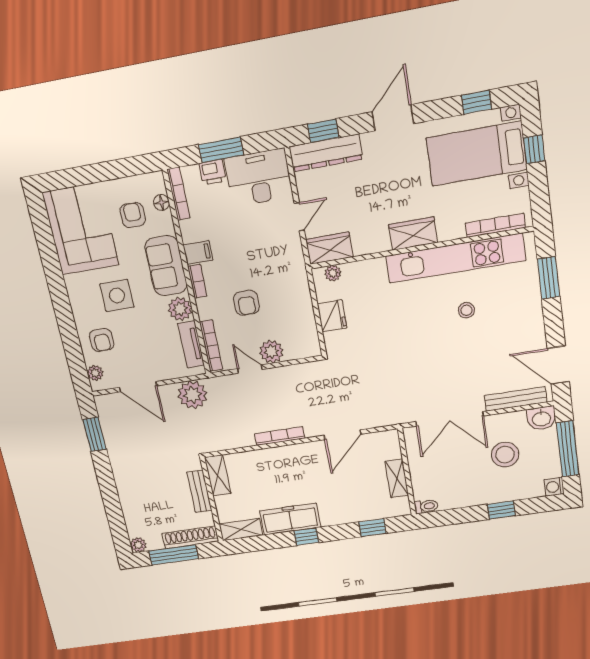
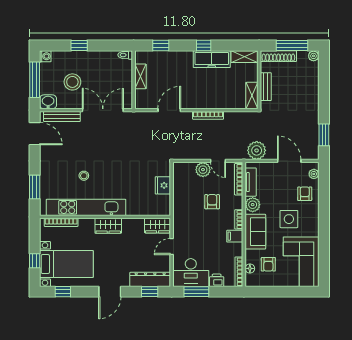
window: (221, 150) -> (196, 292), moved
plant: (333, 273) -> (158, 211), removed

